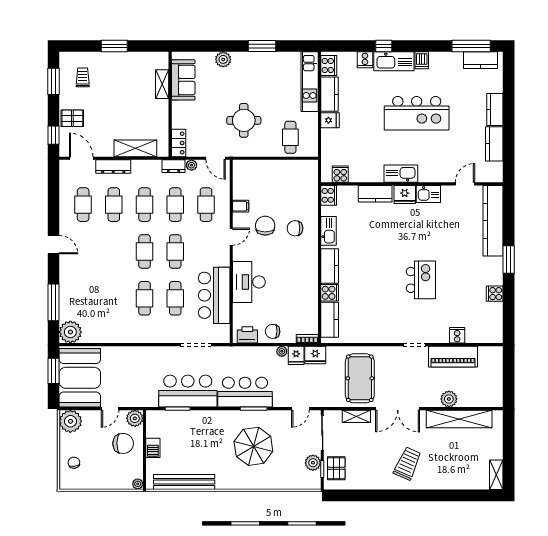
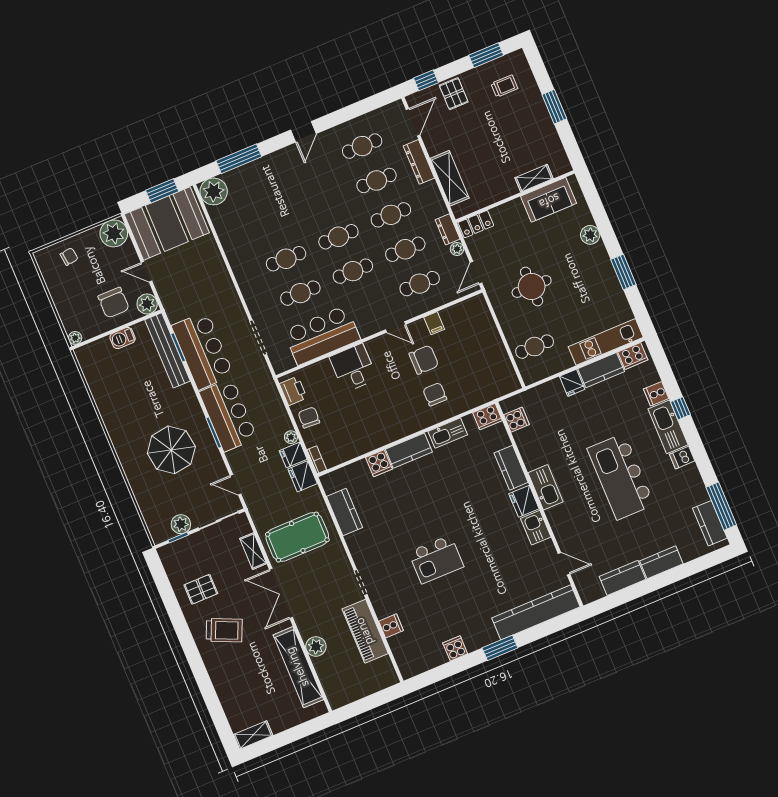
desk: (249, 282) -> (353, 368), width x0.73
kitchen counter: (330, 320) -> (345, 512), moved, turned -90
pallet: (336, 468) -> (201, 589), moved
bench: (184, 482) -> (167, 350), moved

